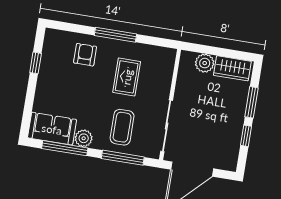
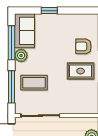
armchair: (85, 55) -> (83, 46), turned 180
window: (36, 63) -> (49, 11), moved
rug: (127, 77) -> (81, 71), moved

